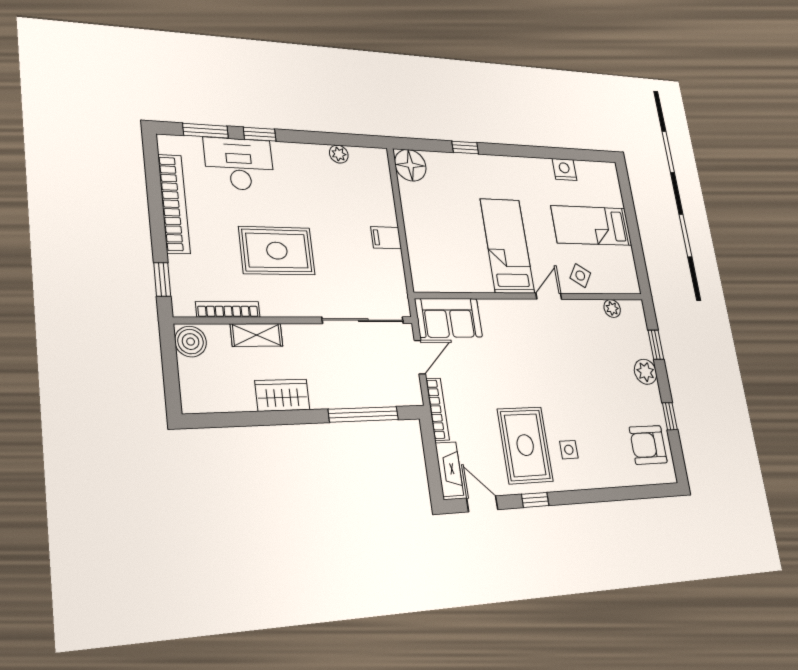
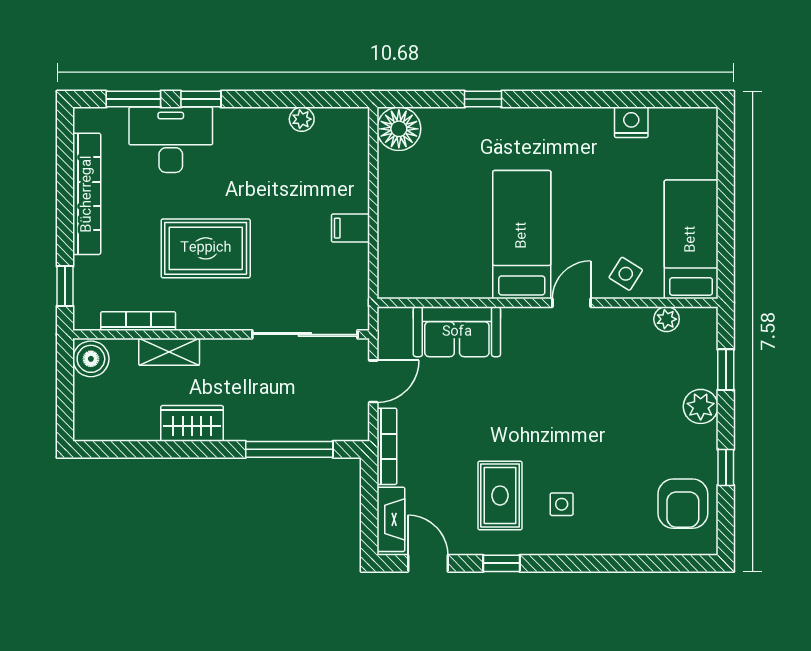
bed: (592, 226) -> (691, 239), moved, turned 90
sofa: (449, 318) -> (457, 332), moved
rug: (525, 445) -> (500, 496), width x0.73, depth x0.70
armchair: (648, 445) -> (683, 504), turned -90

